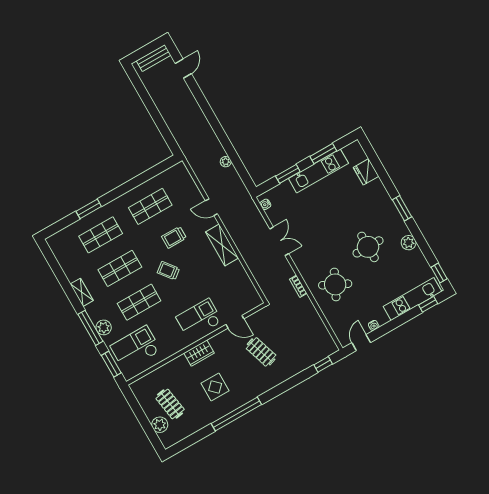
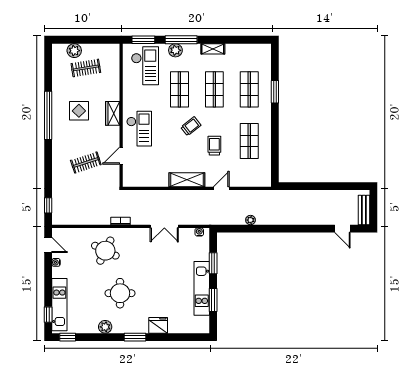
fridge: (366, 172) -> (158, 325), moved

